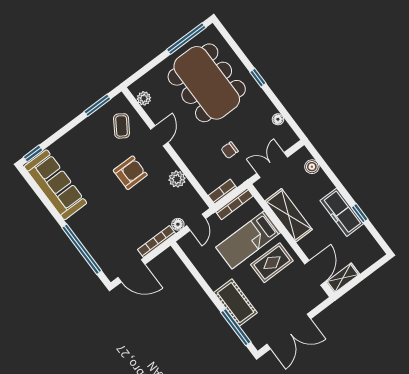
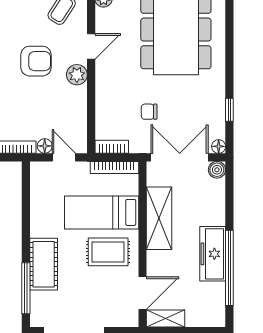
window: (258, 78) -> (229, 110), moved
floor lamp: (278, 119) -> (219, 146), moved
double door: (272, 165) -> (180, 157), width x1.37
boiler: (312, 167) -> (217, 170), moved
plant: (177, 179) -> (77, 75), moved
window: (360, 213) -> (229, 268), width x3.17
door: (196, 222) -> (64, 157), swing flipped

